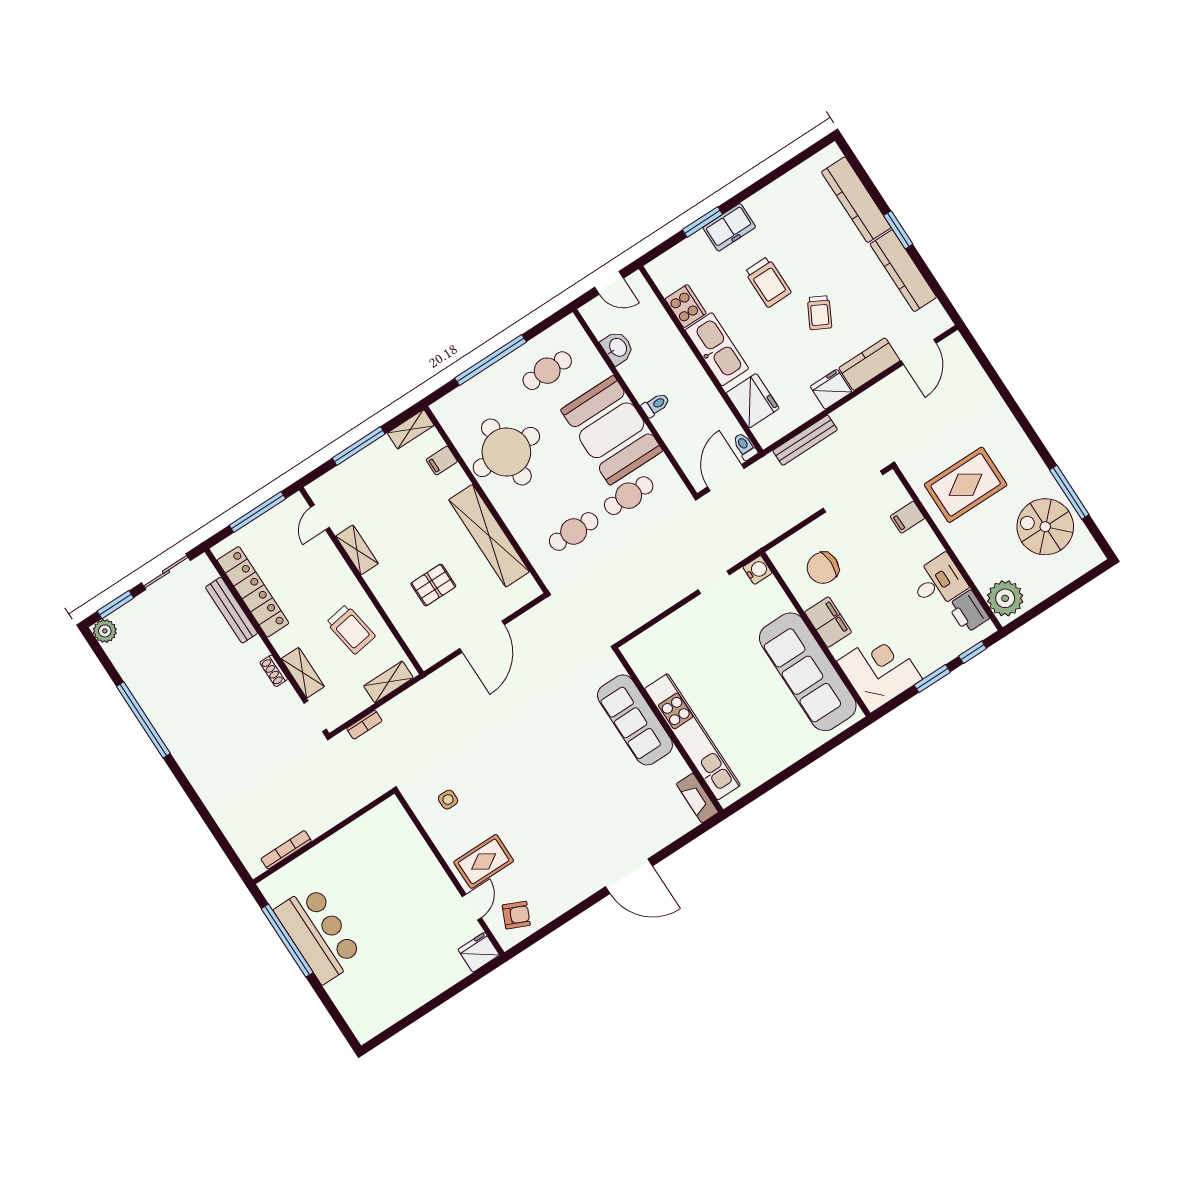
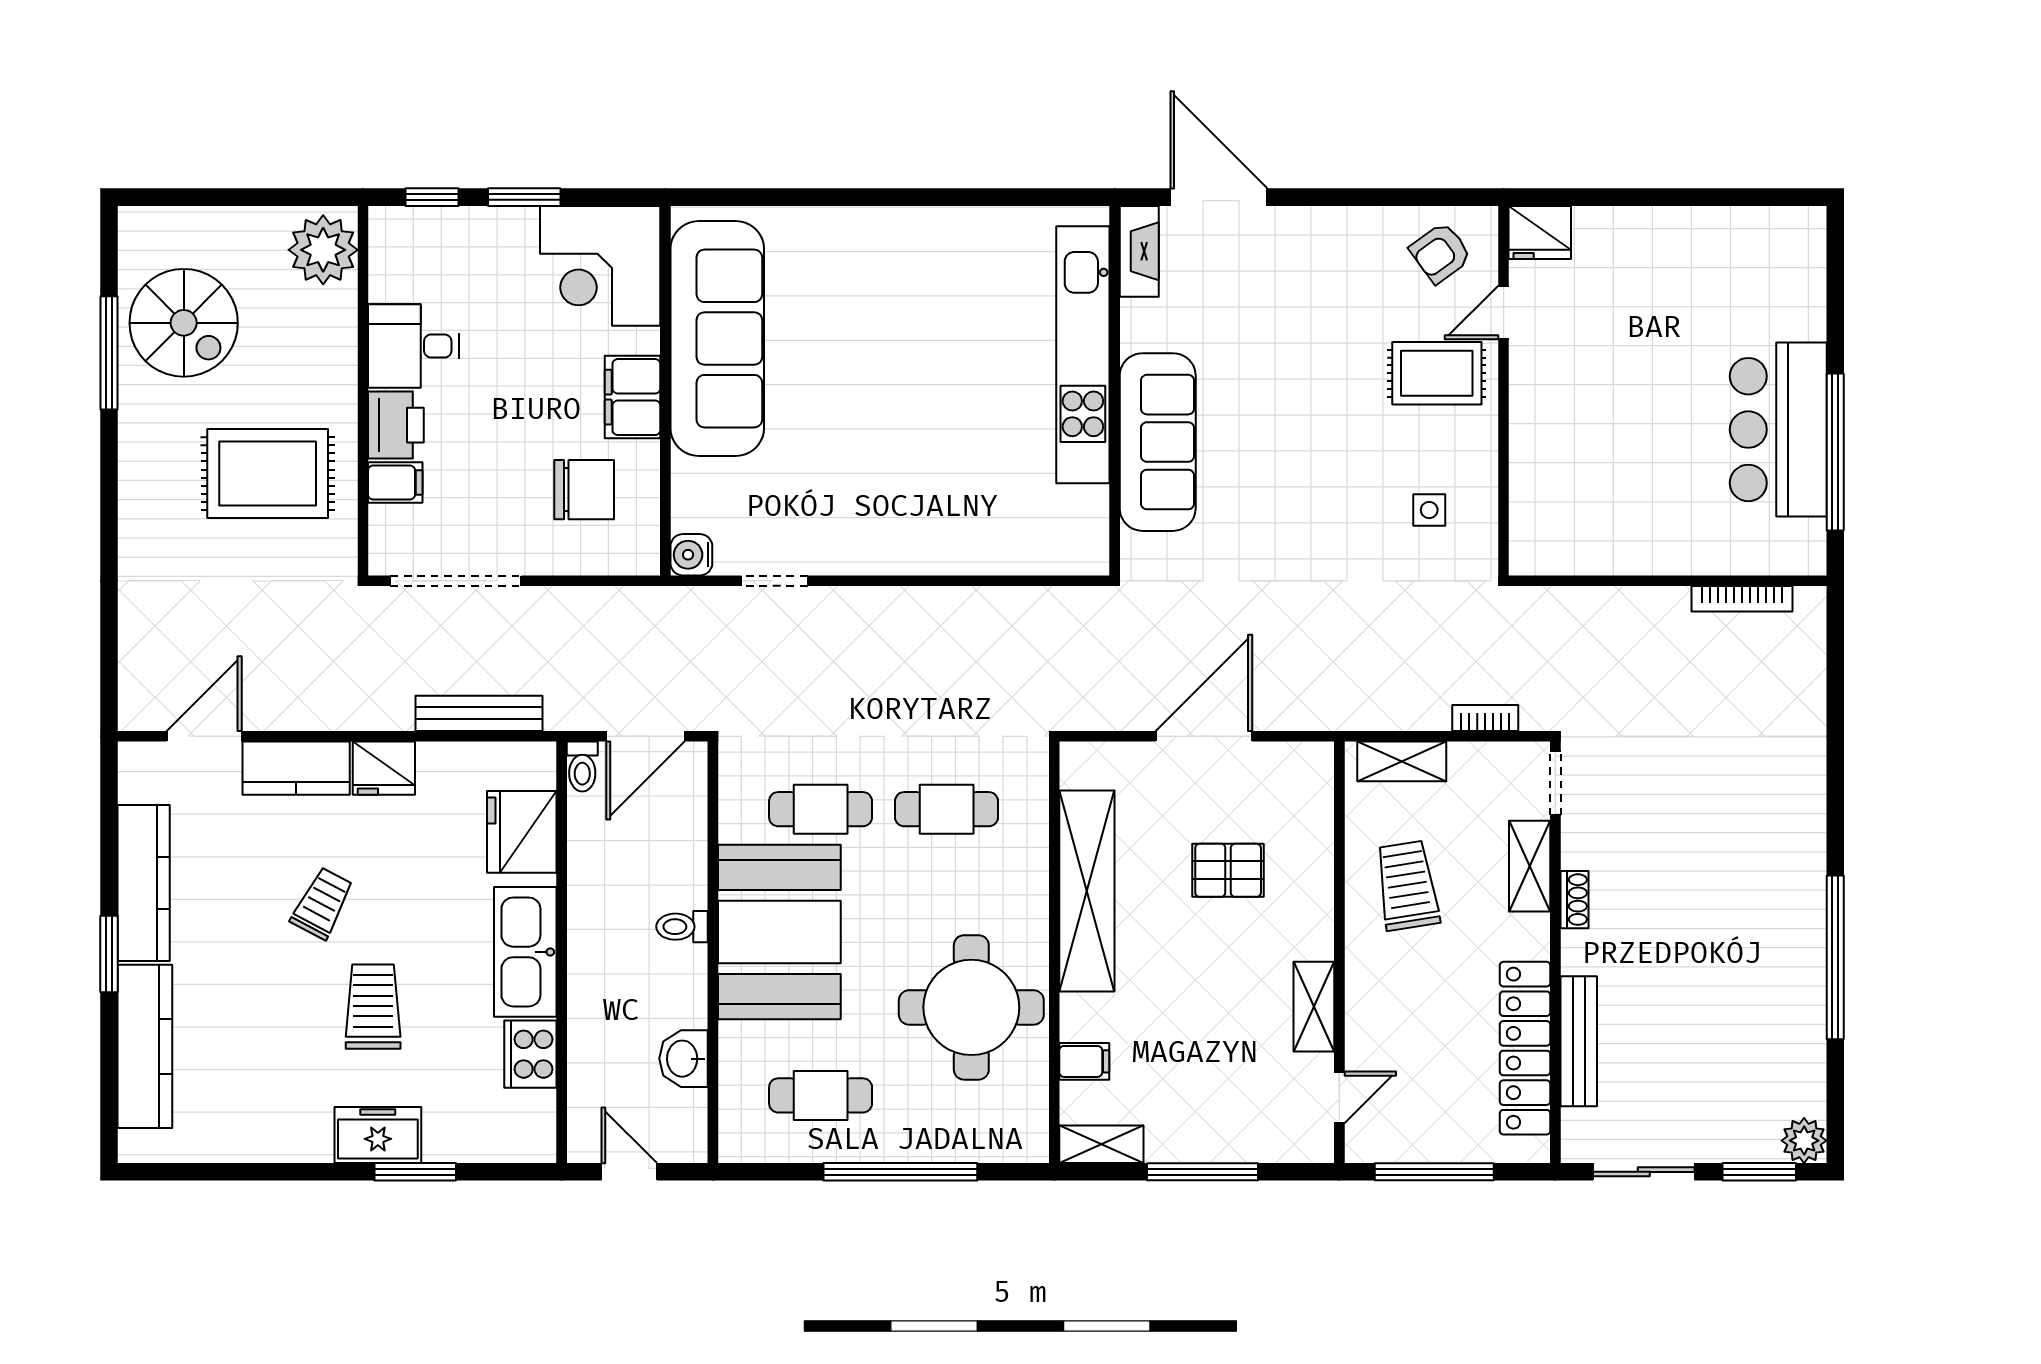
printer: (968, 612) -> (396, 425), moved
sofa: (635, 720) -> (1158, 442), moved
wall: (668, 730) -> (1115, 391), moved
kitchen unit: (693, 737) -> (1083, 355), moved
fireplace: (697, 798) -> (1139, 251), moved
armchair: (516, 915) -> (1441, 253), turned -60

